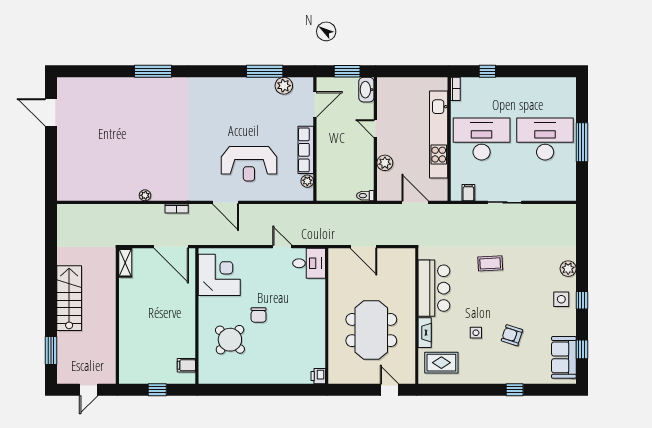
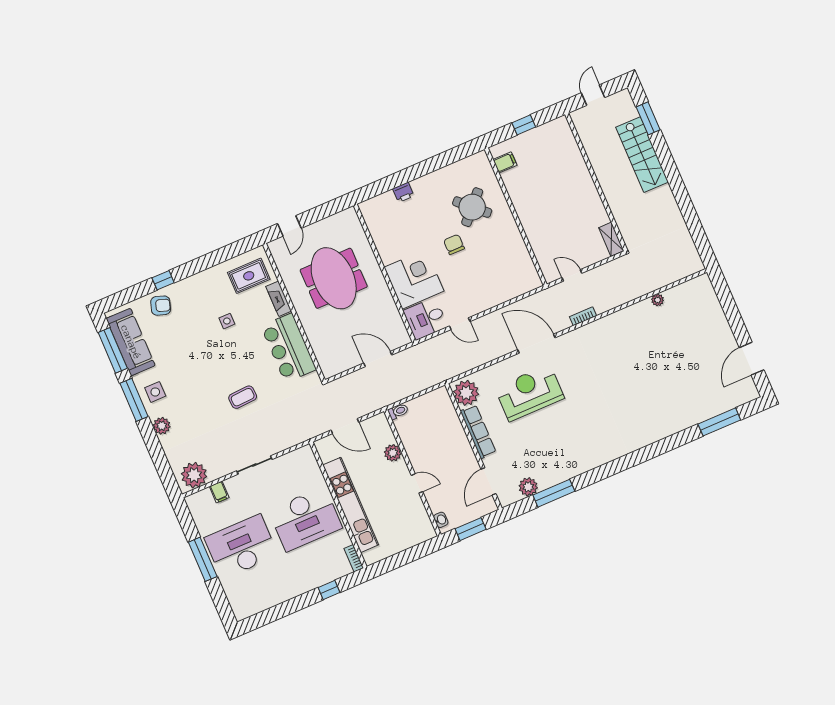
window: (153, 71) -> (719, 422), moved
washbasin: (366, 90) -> (441, 520), width x0.52, depth x0.69
door: (51, 112) -> (752, 359), swing flipped
desk: (545, 139) -> (241, 547), turned 180
plant: (307, 181) -> (466, 393), width x1.88, depth x1.88
filing cabinet: (468, 193) -> (219, 492), moved
plant: (145, 195) -> (658, 300), moved
door: (225, 202) -> (536, 344), width x1.36
plant: (559, 216) -> (194, 475), added
door: (171, 247) -> (572, 275), width x0.53
corner desk: (219, 275) -> (414, 279), moved, turned 180
stairs: (69, 298) -> (642, 155), moved
window: (582, 300) -> (134, 400), width x2.17
armchair: (512, 335) -> (161, 306), moved
window: (582, 349) -> (113, 350), width x2.17
sofa: (564, 357) -> (131, 342), width x1.36
printer: (318, 376) -> (403, 192), moved, turned 90
door: (389, 390) -> (289, 226), hinge flipped

